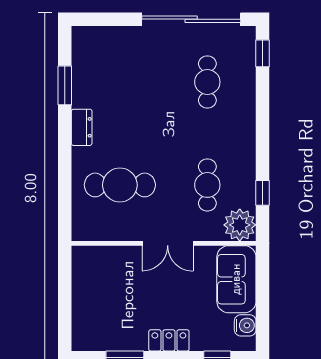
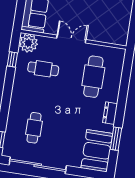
booth: (94, 60) -> (97, 151), added
cafe table: (120, 185) -> (93, 77), turned 90
cafe table: (207, 185) -> (43, 69), turned 90

